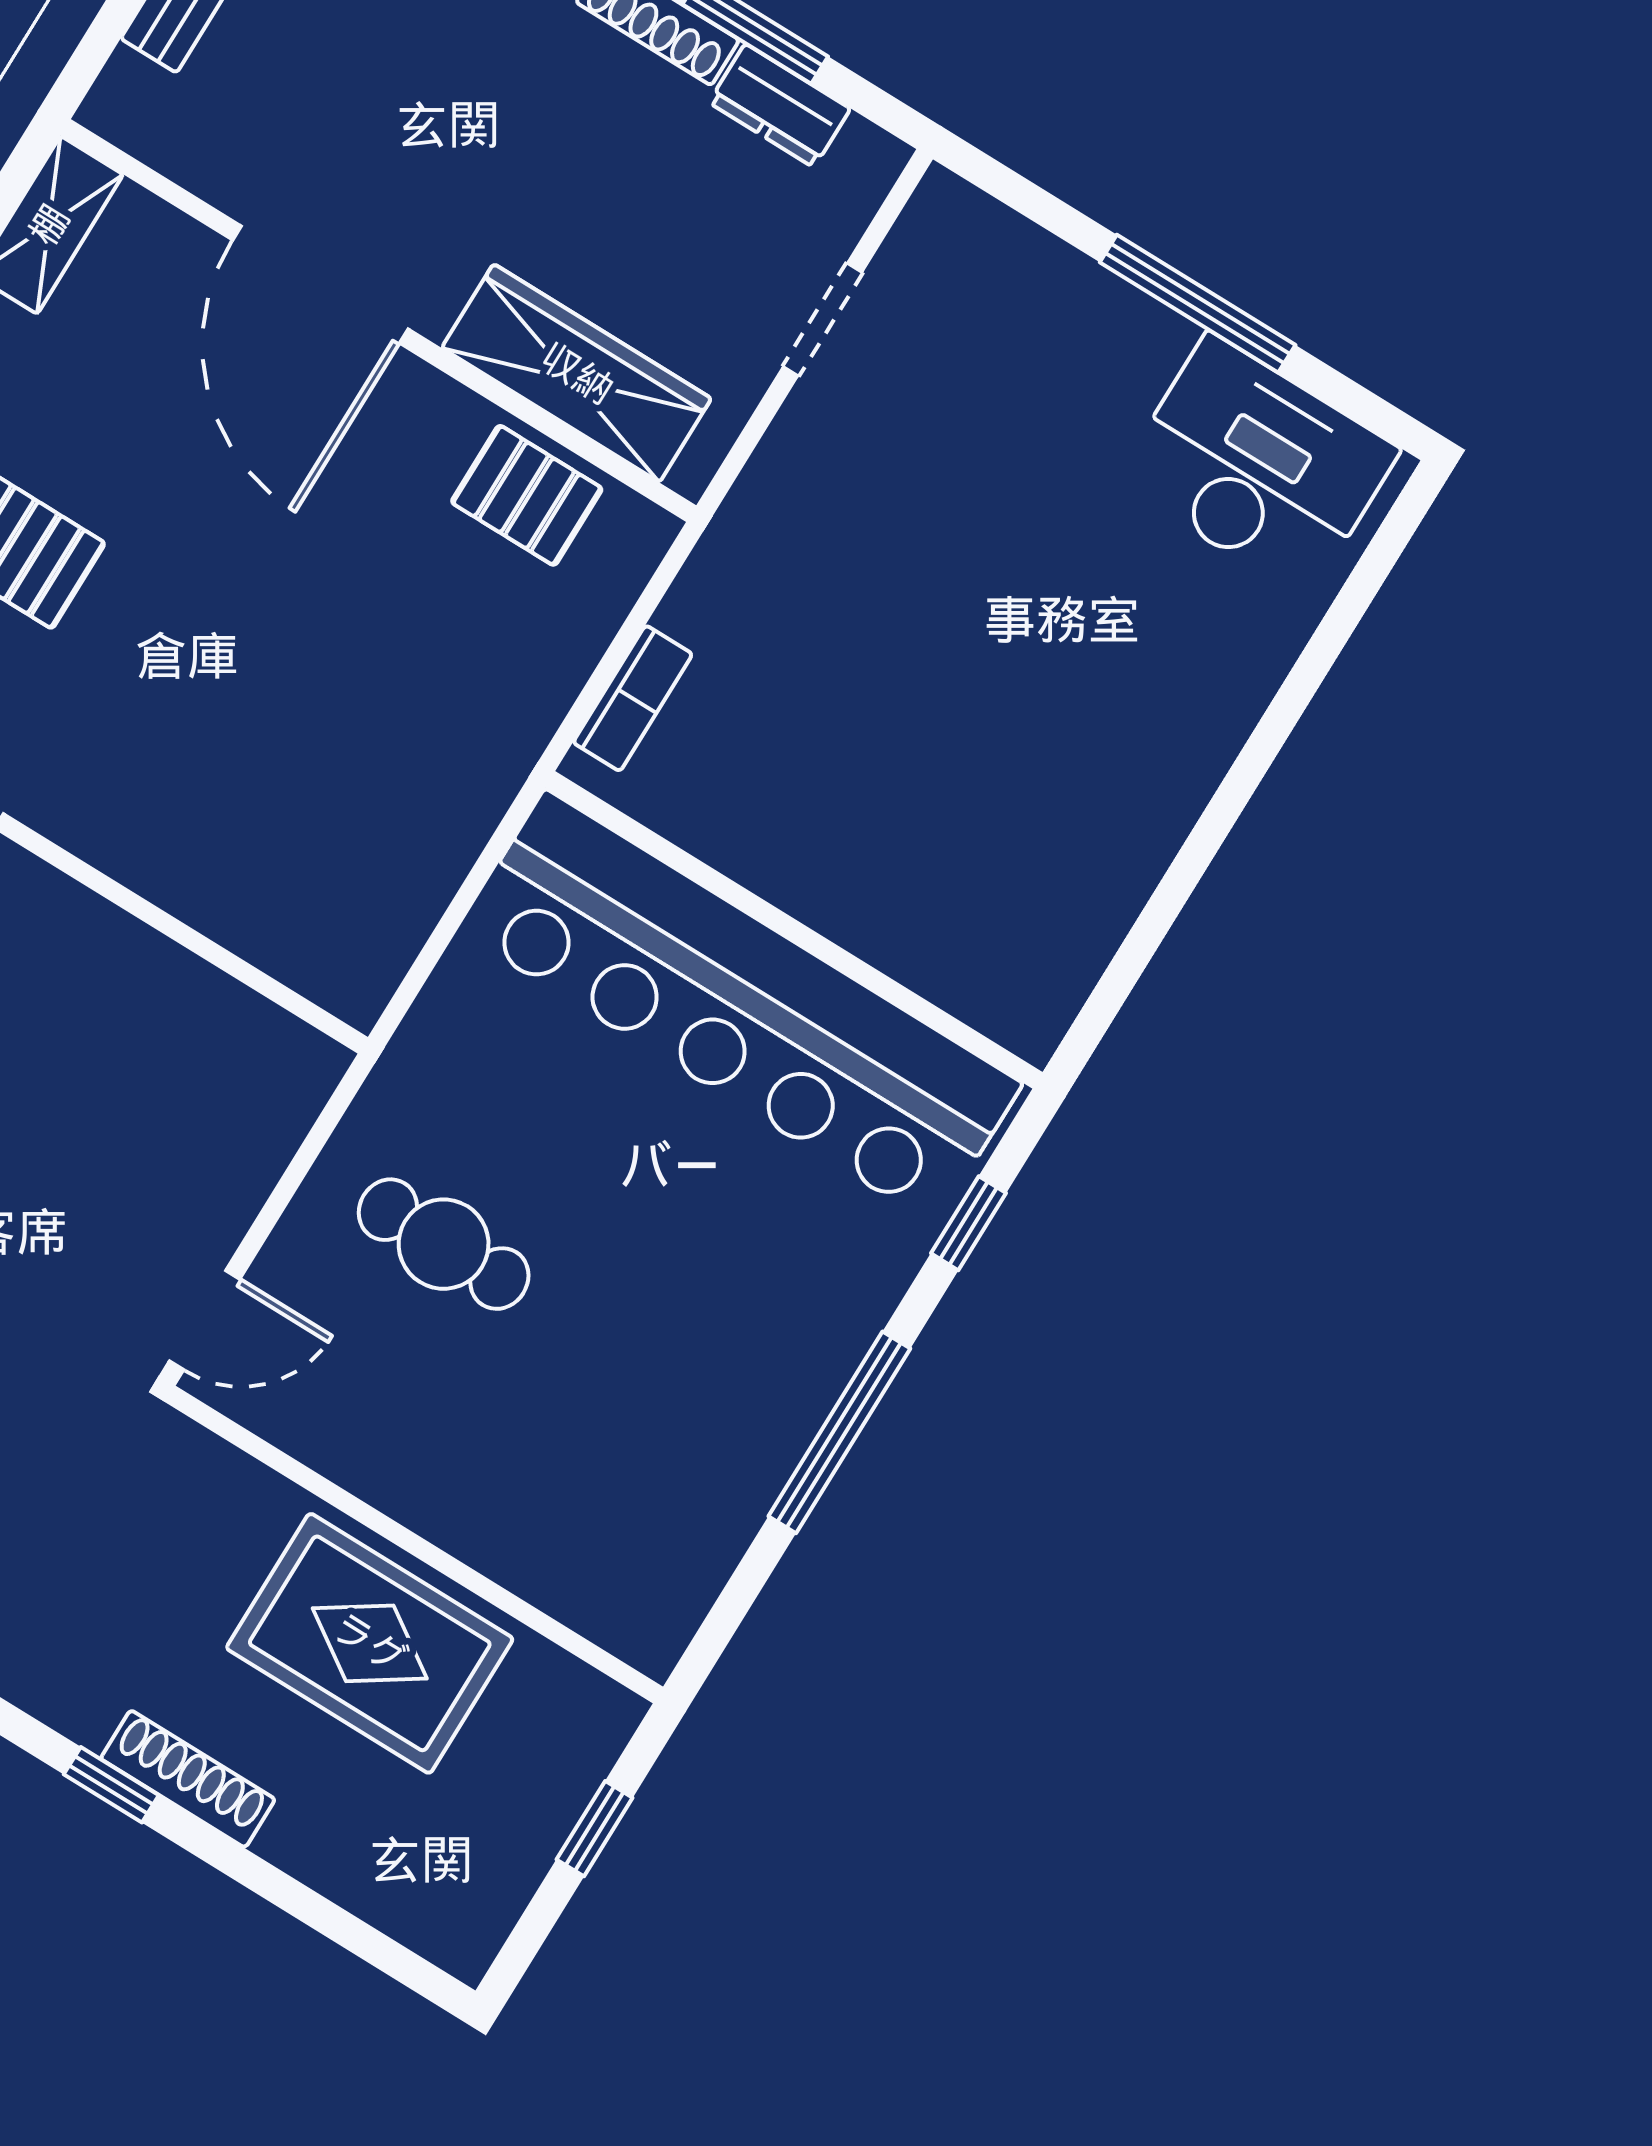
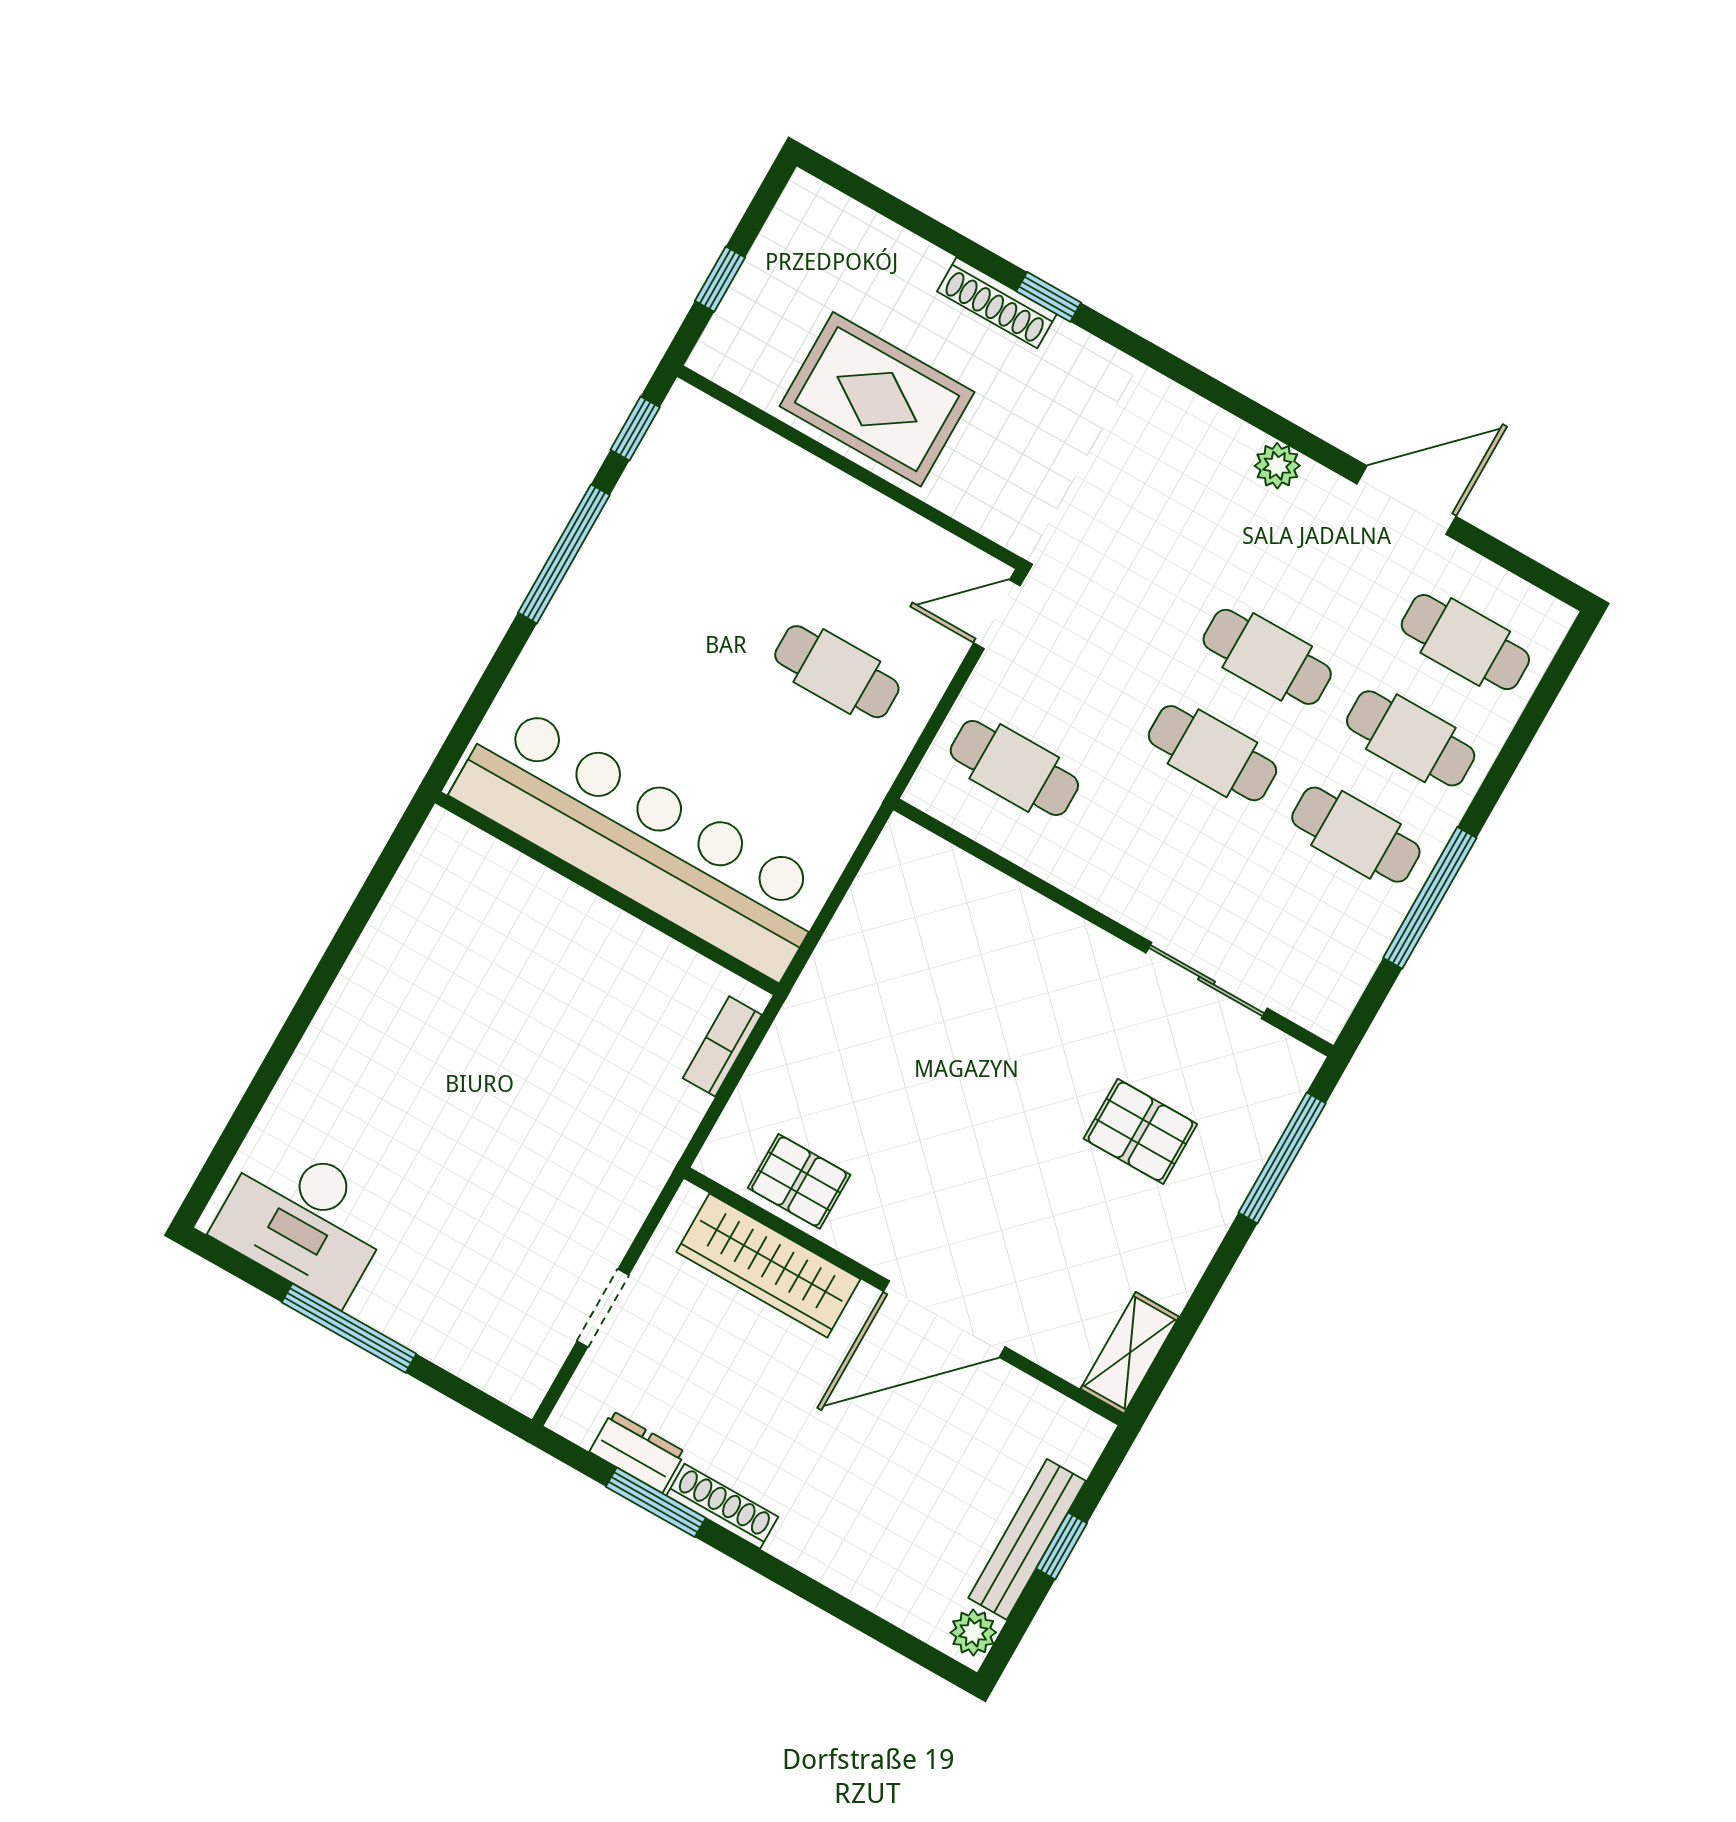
door: (320, 285) -> (944, 1319), swing flipped
cafe table: (187, 1093) -> (1014, 768), added
window: (968, 1223) -> (635, 429), moved

